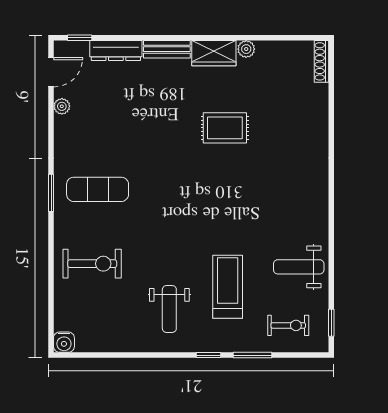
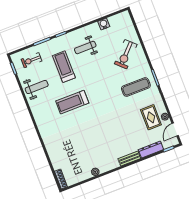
wardrobe: (214, 53) -> (108, 165), removed
rug: (225, 128) -> (151, 117), moved, turned 90
treadmill: (238, 208) -> (72, 102), added
exercise bike: (92, 264) -> (126, 54), turned -46
treadmill: (228, 287) -> (64, 67), turned 180
weight bench: (169, 309) -> (85, 48), turned -90
water cooler: (64, 342) -> (104, 24), moved

